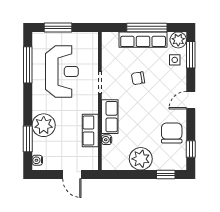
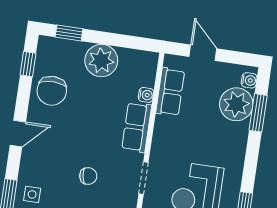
plant: (44, 125) -> (236, 104), moved
row of seats: (90, 131) -> (170, 92), moved

